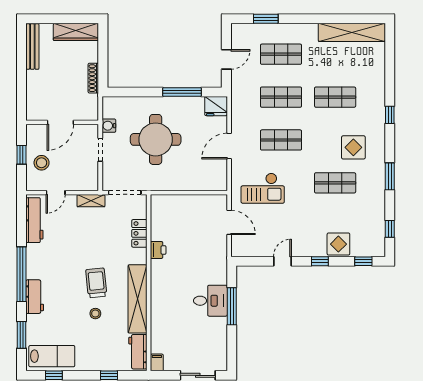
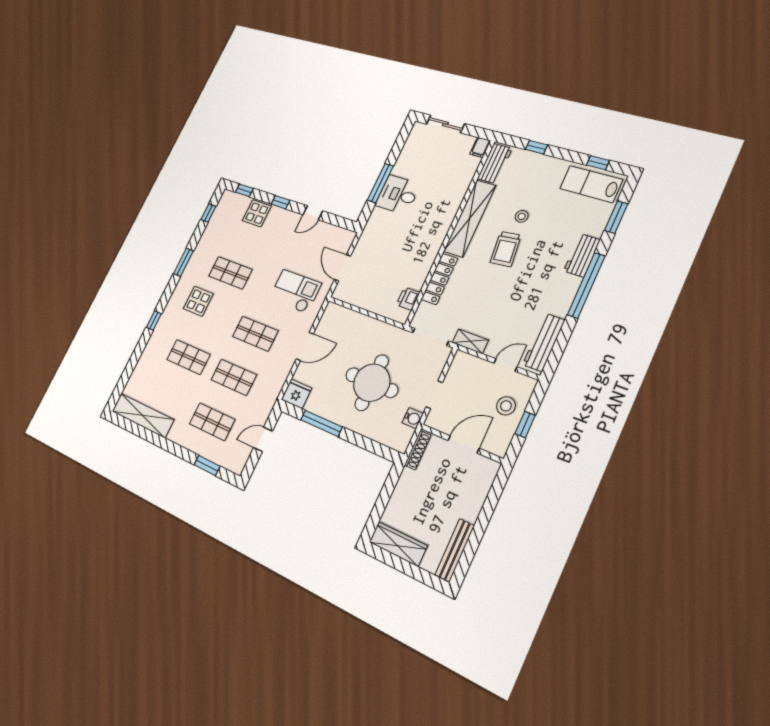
shoe rack: (93, 78) -> (418, 450), moved
locker: (139, 233) -> (439, 279), width x1.53
printer: (158, 250) -> (408, 299), moved

